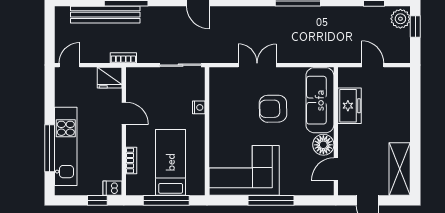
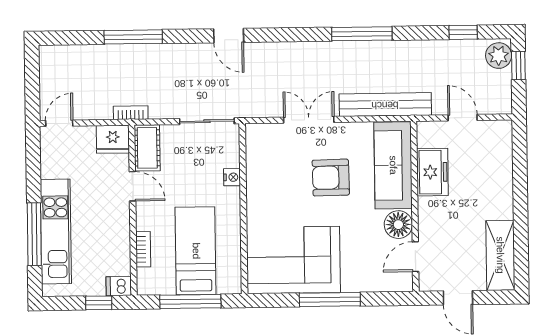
bench: (105, 15) -> (385, 105), moved
cot: (135, 84) -> (147, 148), added

